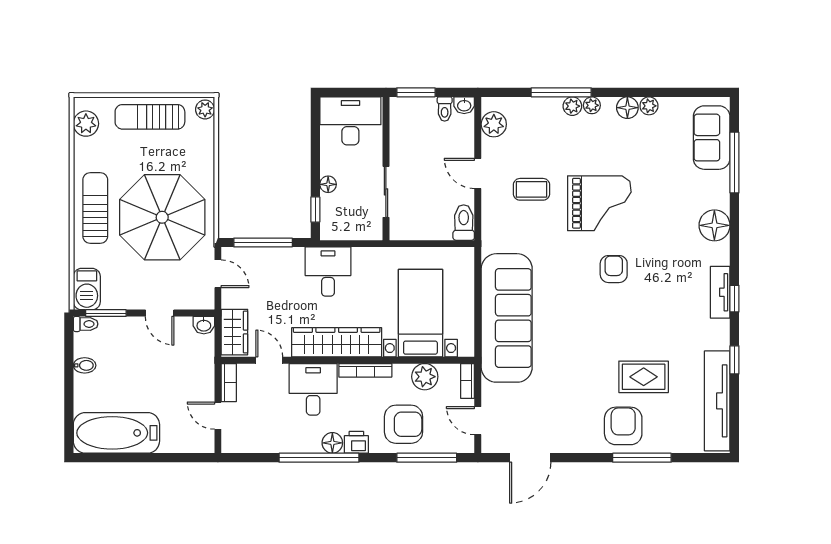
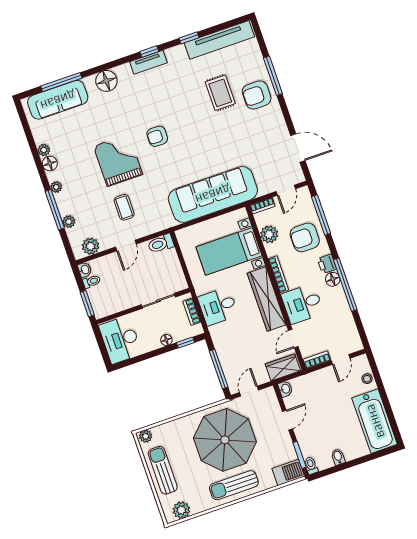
plant: (572, 106) -> (69, 222), moved
sun lounger: (150, 117) -> (163, 470), turned 180
sofa: (712, 138) -> (58, 100), width x1.36
bookcase: (355, 233) -> (192, 312), added
desk: (328, 272) -> (218, 306), moved
armchair: (404, 424) -> (305, 237), turned -90
stool: (179, 443) -> (367, 379), added

